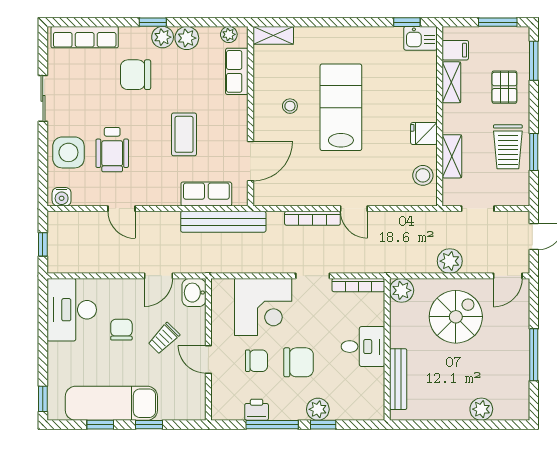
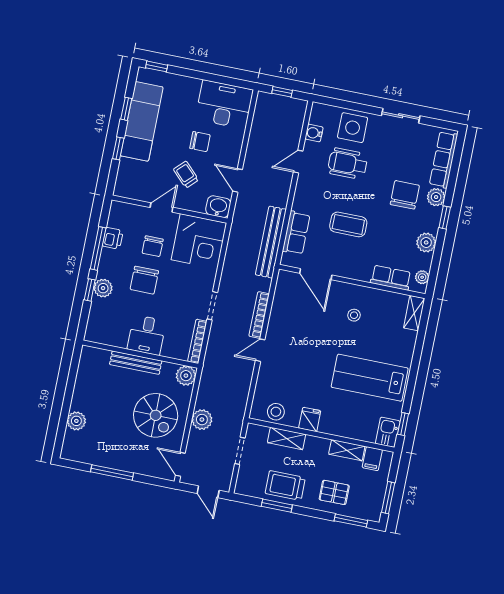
plant: (163, 37) -> (436, 197), moved
lab bench: (341, 107) -> (370, 378), moved, turned 180
water cooler: (62, 197) -> (314, 133), moved
corner desk: (263, 307) -> (199, 241), moved, turned -90
bench: (398, 379) -> (136, 363), moved

